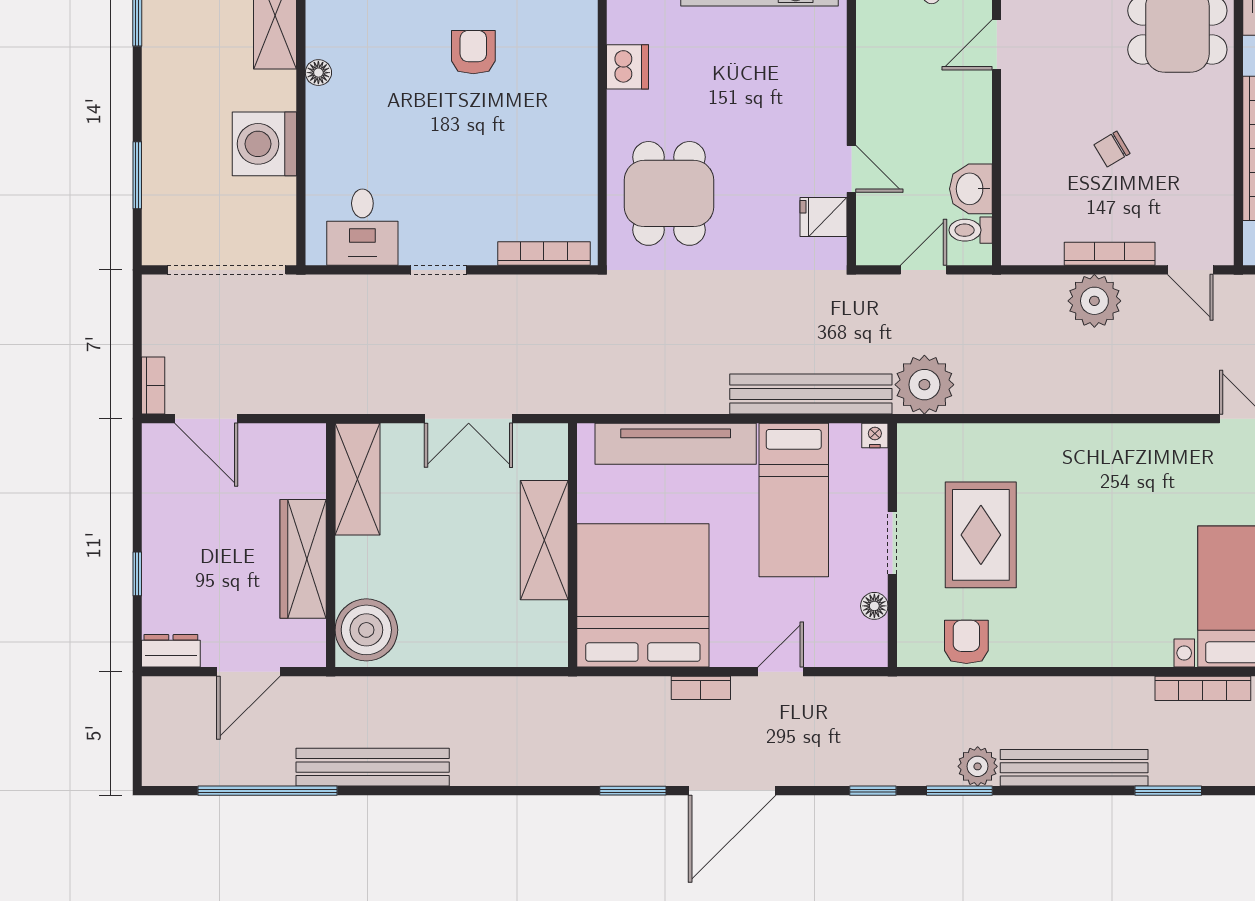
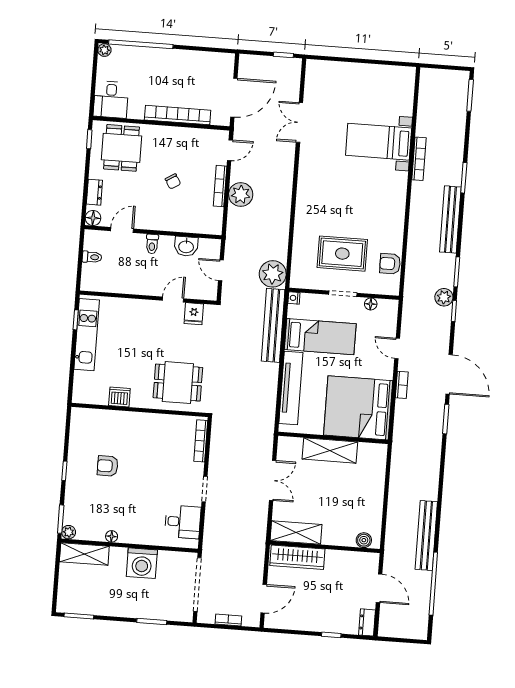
door: (997, 45) -> (122, 230), swing flipped
toilet: (971, 230) -> (152, 244), moved
bookcase: (153, 386) -> (228, 620), moved
wardrobe: (303, 559) -> (297, 557), moved
boiler: (366, 630) -> (364, 540), width x0.54, depth x0.54
plant: (978, 766) -> (444, 297), moved

